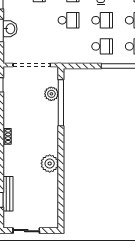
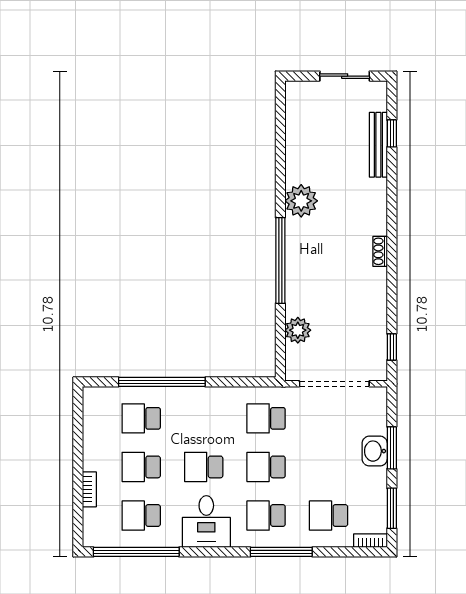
school desk: (102, 46) -> (266, 418), moved
window: (61, 103) -> (280, 260), moved

